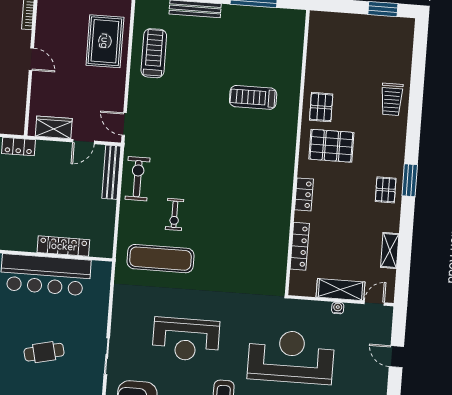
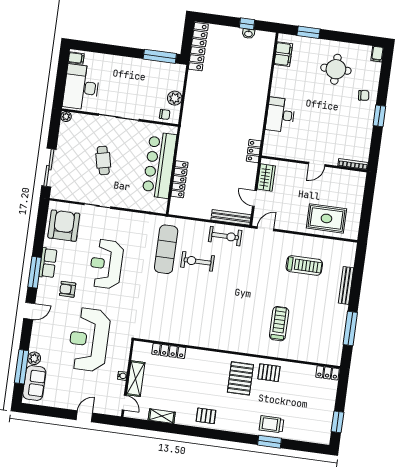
treadmill: (154, 53) -> (304, 265), moved
window: (410, 180) -> (269, 442), moved
locker: (304, 194) -> (327, 373), moved
exercise bike: (175, 214) -> (198, 261), width x1.38, depth x1.39
reception desk: (291, 357) -> (89, 340), turned 180

